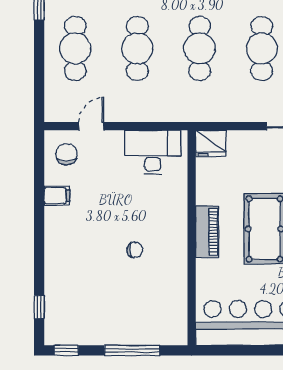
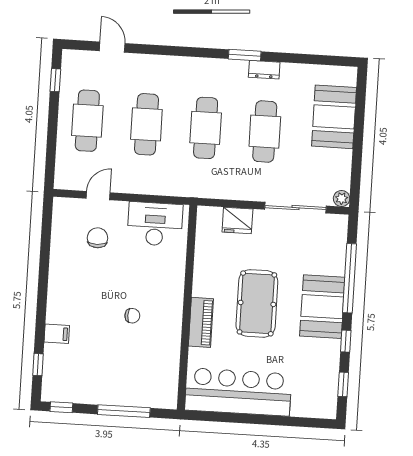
fridge: (211, 143) -> (237, 220), moved
chair: (66, 154) -> (97, 238), moved
filing cabinet: (57, 196) -> (57, 334), moved
piano: (207, 232) -> (201, 322), moved

